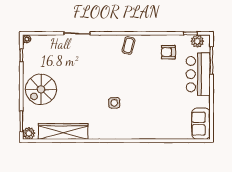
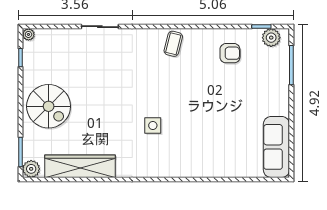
armchair: (168, 52) -> (230, 53), turned 180
bar counter: (198, 74) -> (272, 85), removed
spiral stairs: (41, 89) -> (49, 106), turned -90
sofa: (201, 124) -> (276, 147), width x1.36

